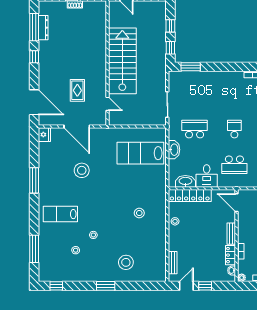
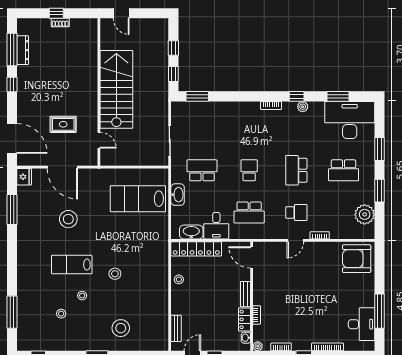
rug: (77, 90) -> (63, 124), turned 90
window: (34, 180) -> (12, 209), moved
stool: (139, 213) -> (115, 274), moved
lab bench: (60, 214) -> (72, 265), moved

